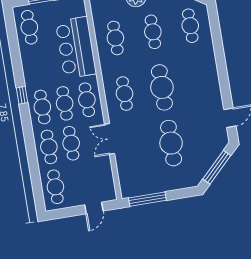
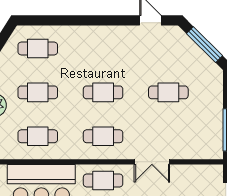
cafe table: (162, 87) -> (103, 92), width x0.73, depth x0.74
cafe table: (171, 143) -> (168, 92), width x0.73, depth x0.74

